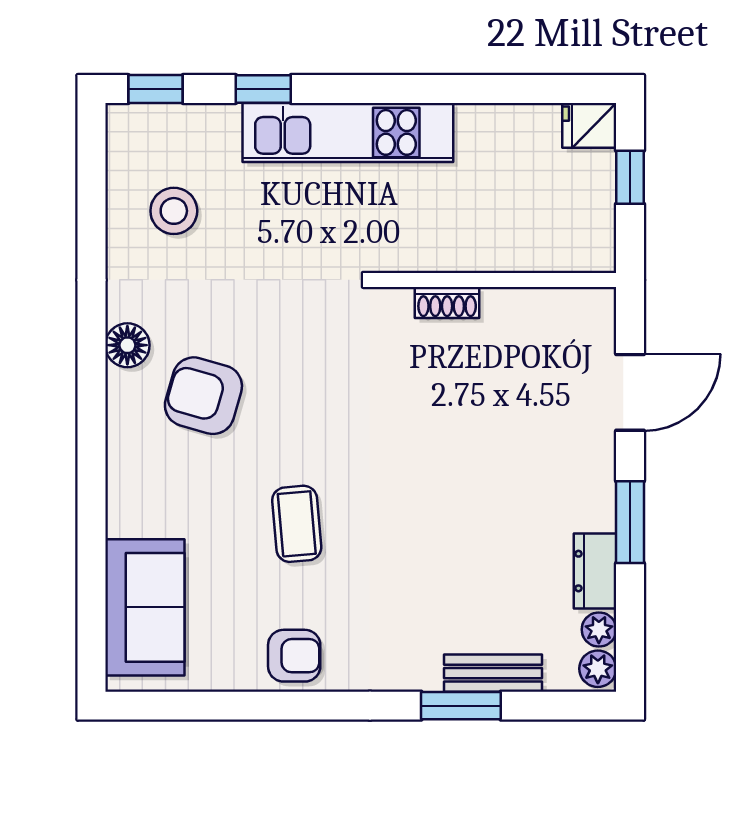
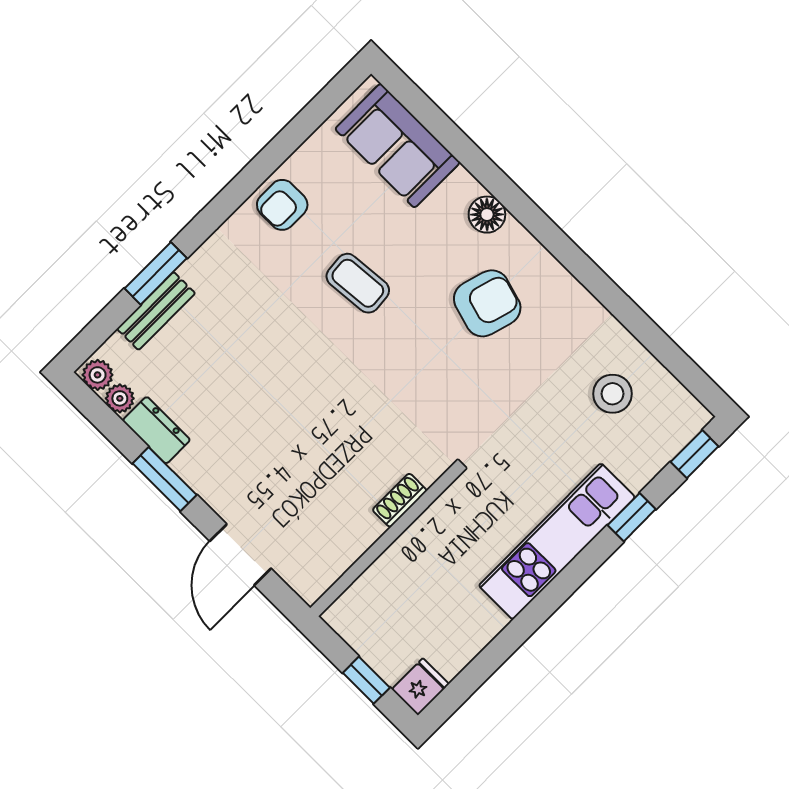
floor lamp: (127, 345) -> (487, 215), moved

